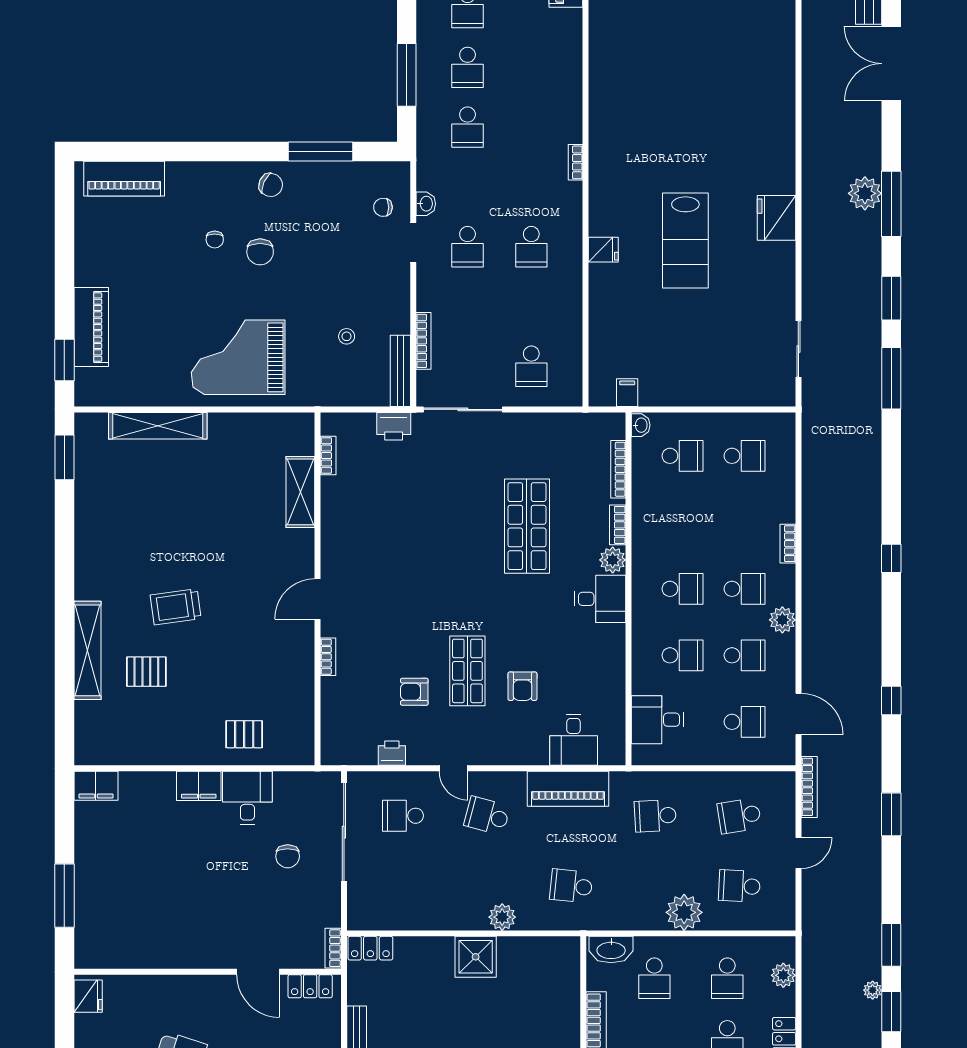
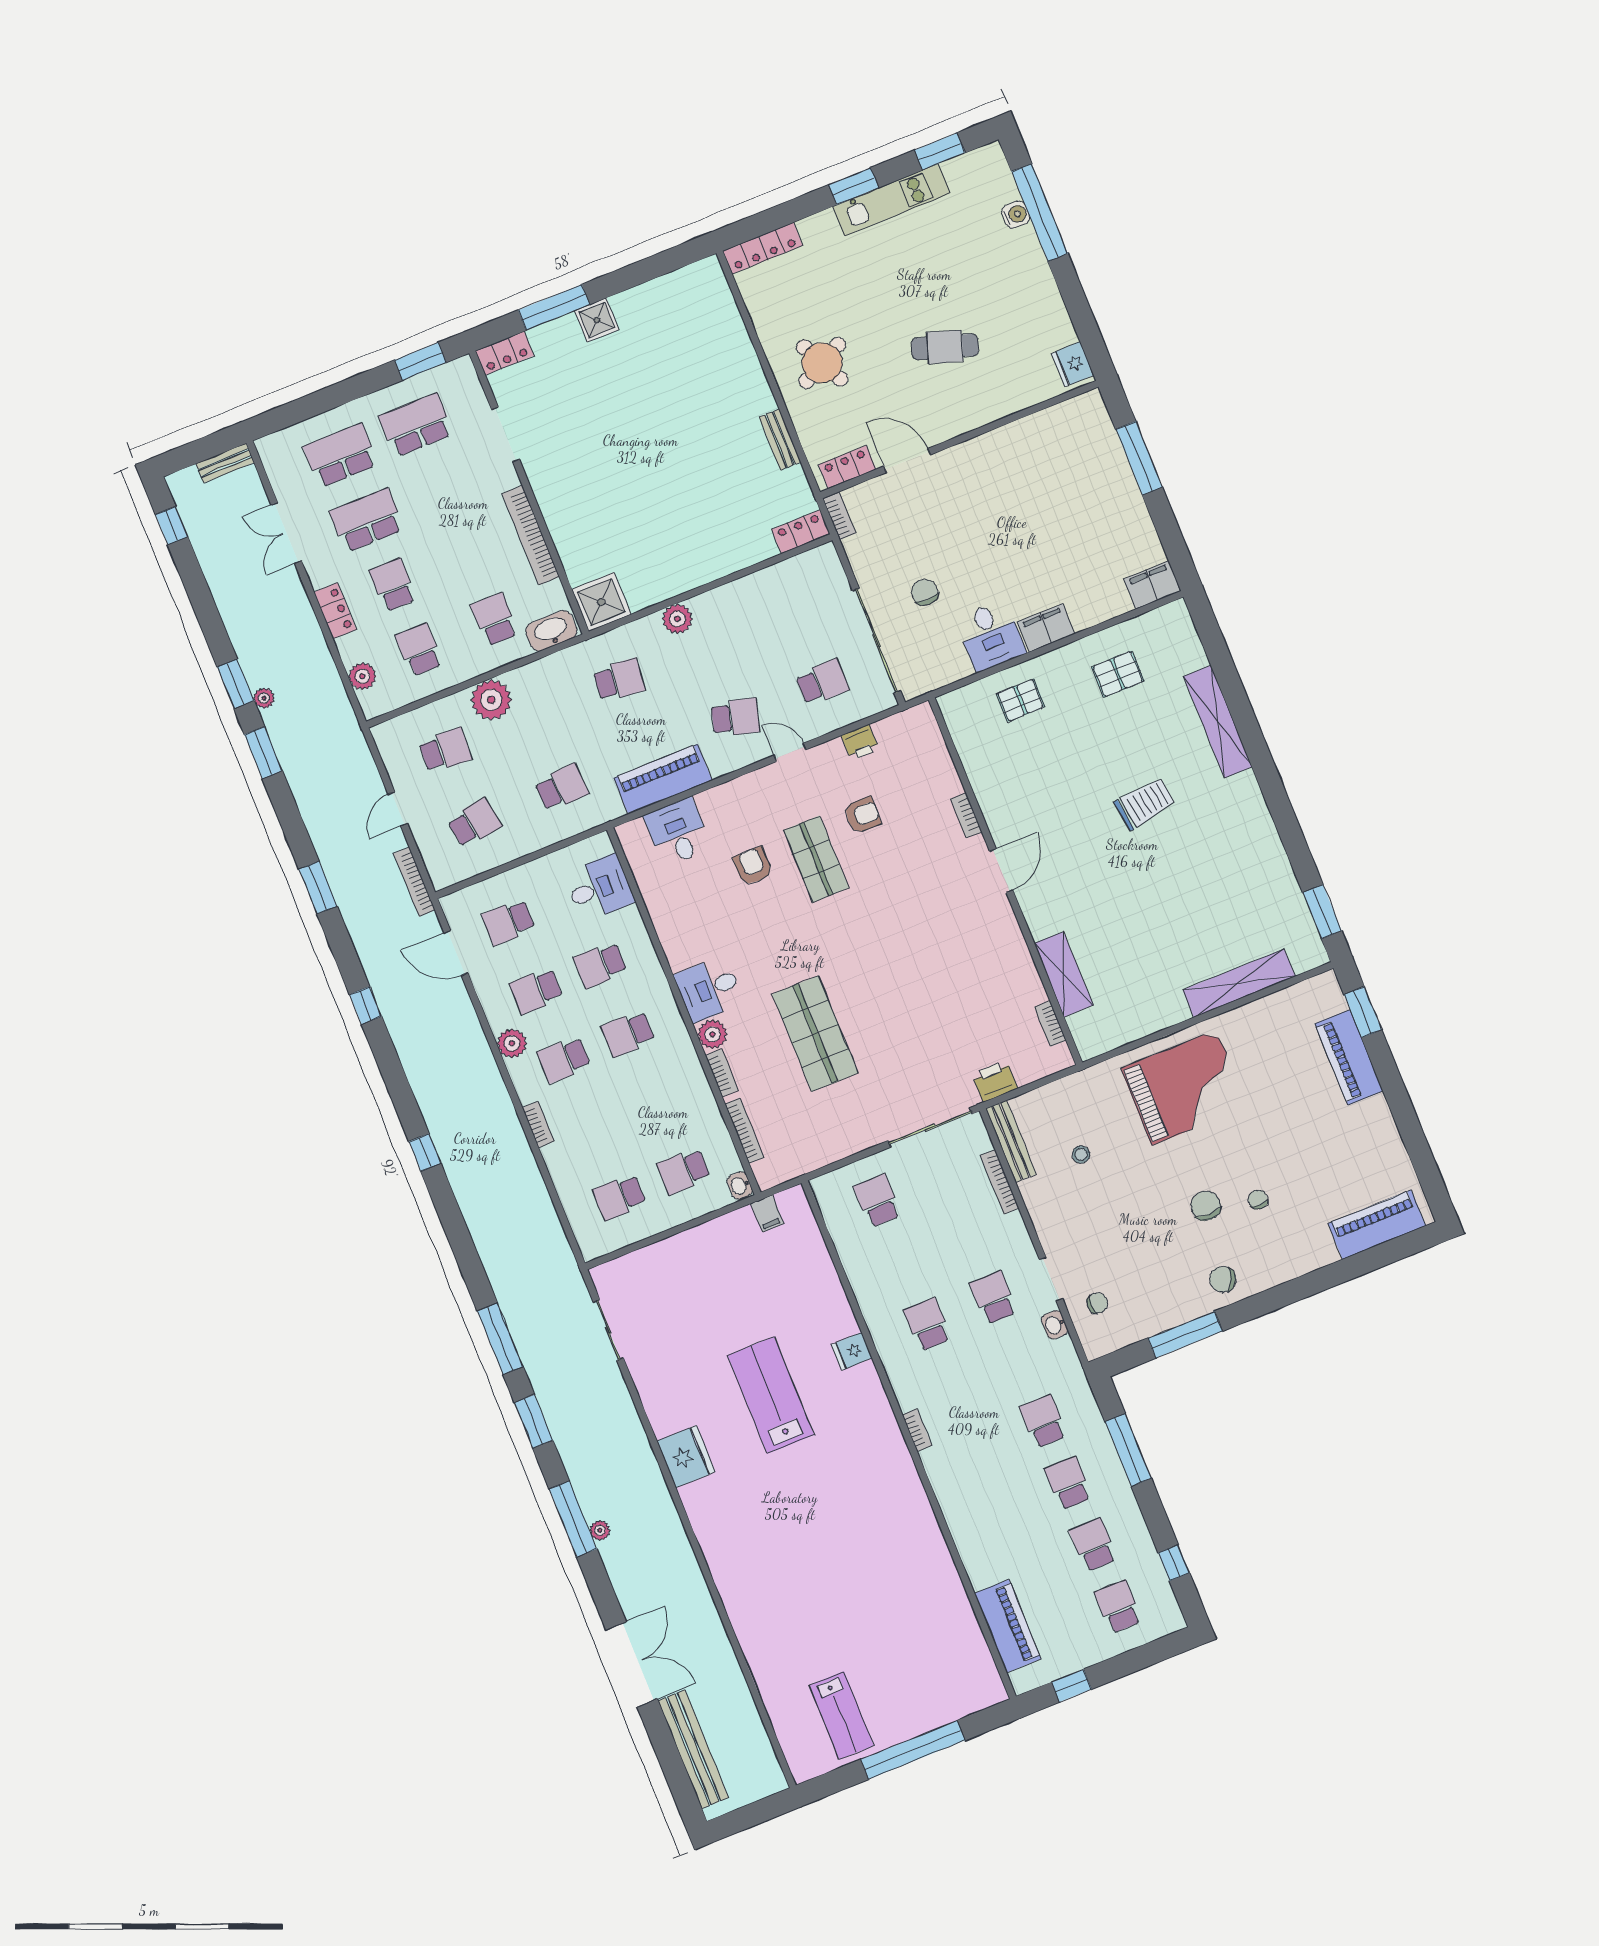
plant: (865, 193) -> (600, 1530), width x0.53, depth x0.53
pallet: (146, 672) -> (1118, 674), moved
shower: (476, 957) -> (601, 602), moved

